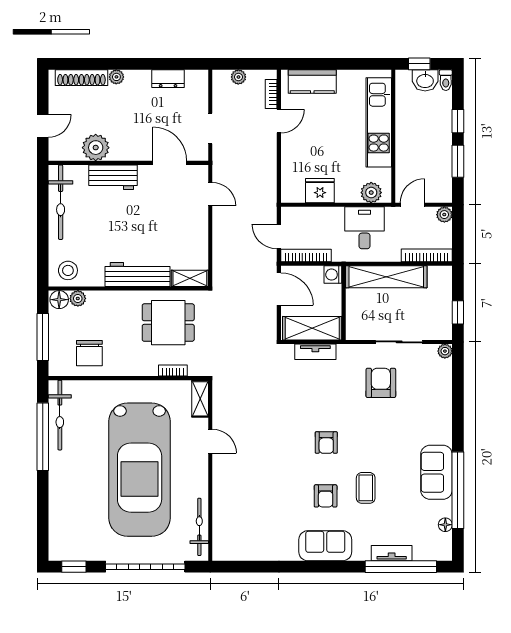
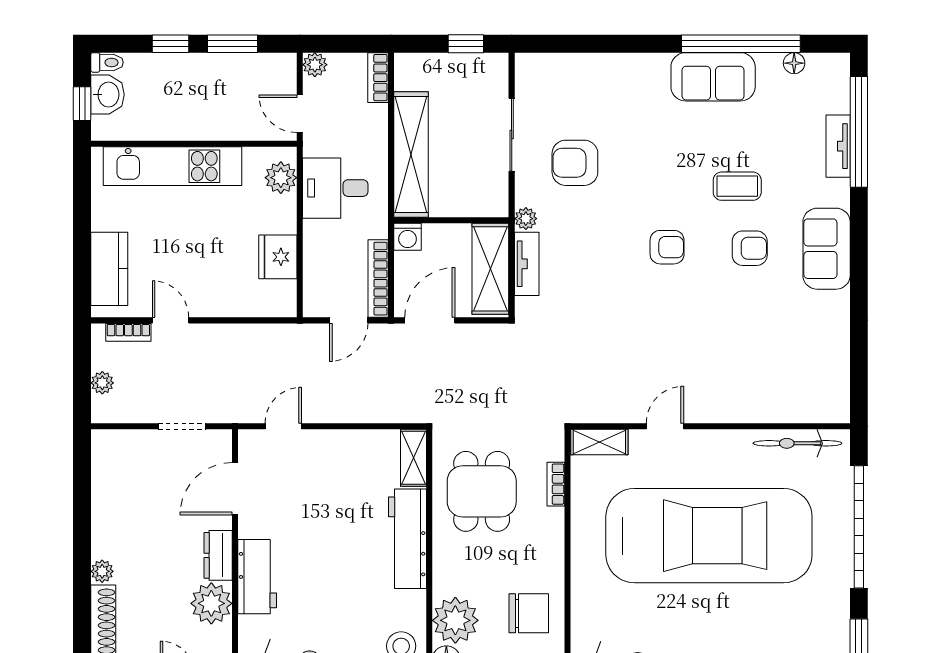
dresser: (168, 79) -> (218, 555), moved, turned 180
bookcase: (427, 255) -> (378, 78), width x0.64
plant: (78, 298) -> (455, 620), width x1.88, depth x1.88
plant: (445, 351) -> (526, 219), moved

